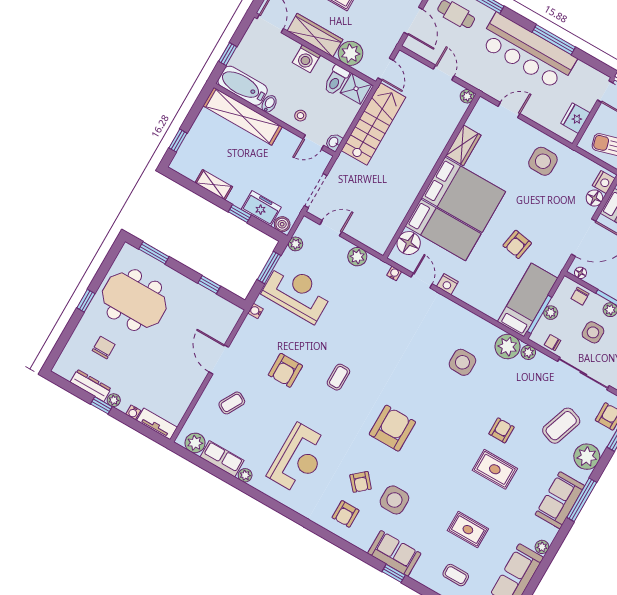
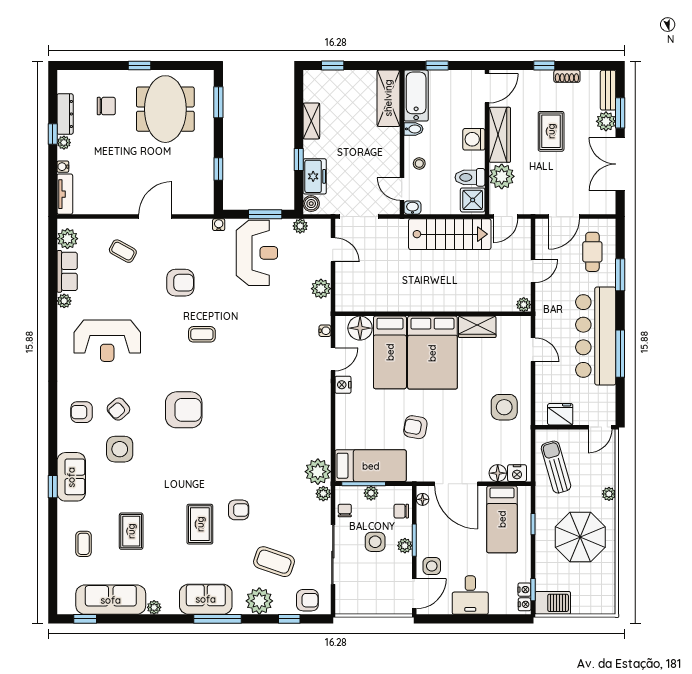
shelving: (243, 116) -> (388, 98), width x0.68
side table: (462, 362) -> (280, 439), removed
armchair: (285, 370) -> (180, 283), turned 180

